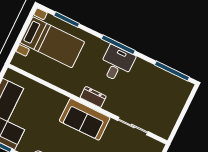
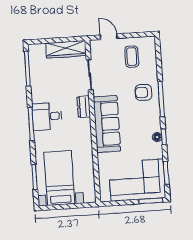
dresser: (93, 97) -> (84, 107), moved
wardrobe: (169, 118) -> (66, 49), added
sofa: (85, 119) -> (107, 124), width x1.36

